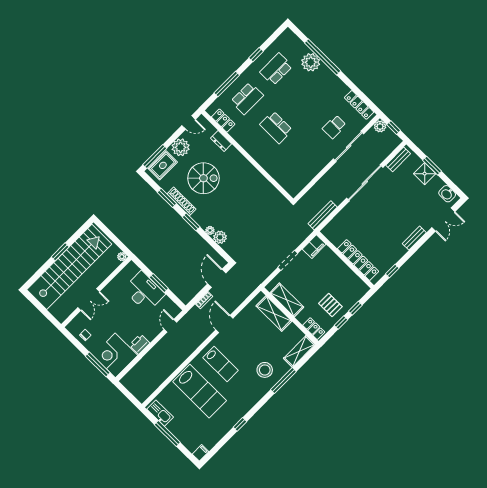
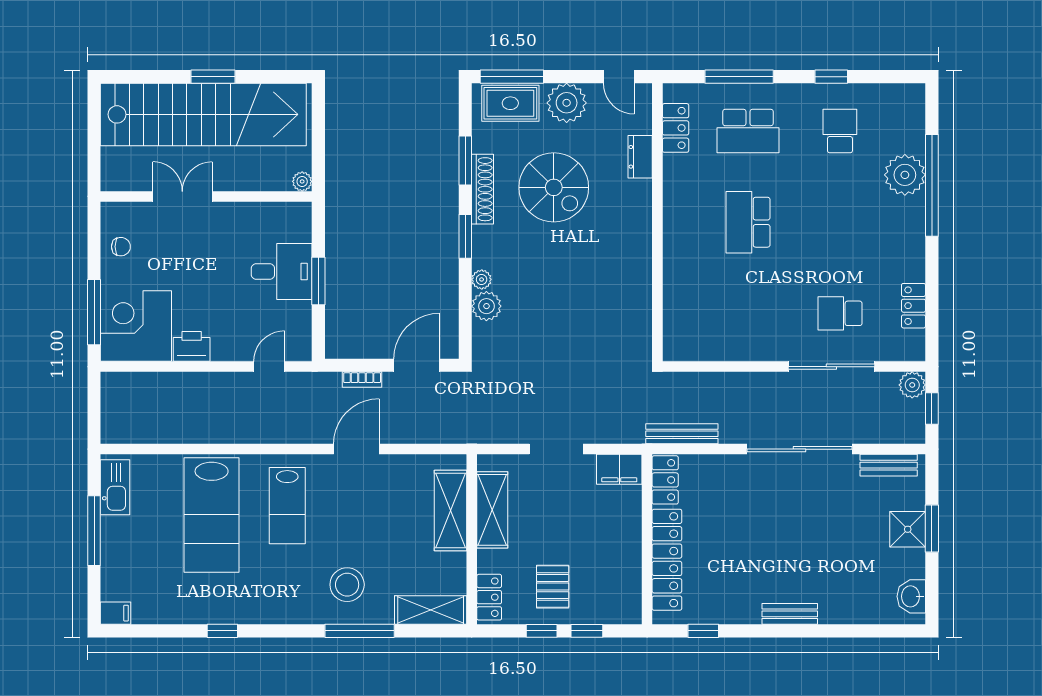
school desk: (276, 69) -> (840, 131), width x0.54
locker: (359, 105) -> (914, 306), width x0.66
double door: (443, 220) -> (865, 631), removed
locker: (332, 235) -> (665, 480), added
desk: (144, 292) -> (282, 272), width x0.73
double door: (89, 300) -> (182, 196), swing flipped

